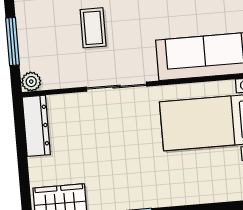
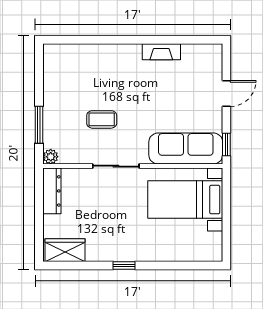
coffee table: (93, 28) -> (102, 119), turned 90

